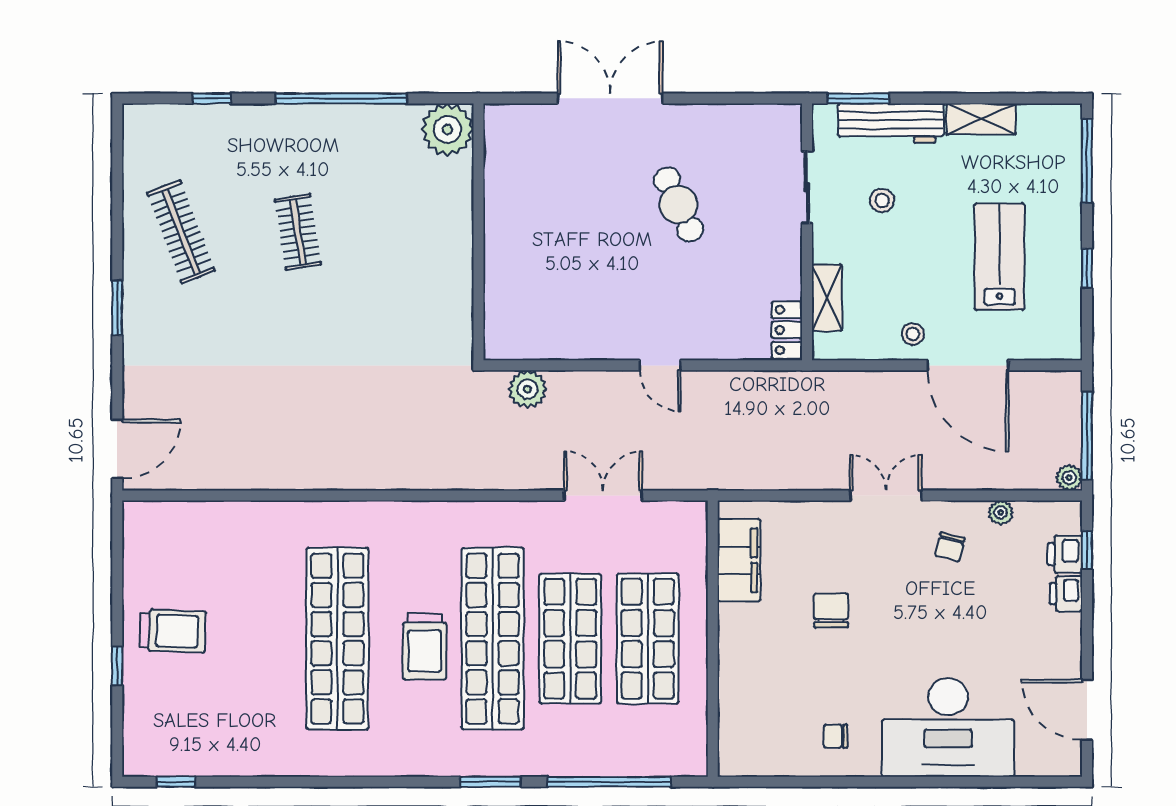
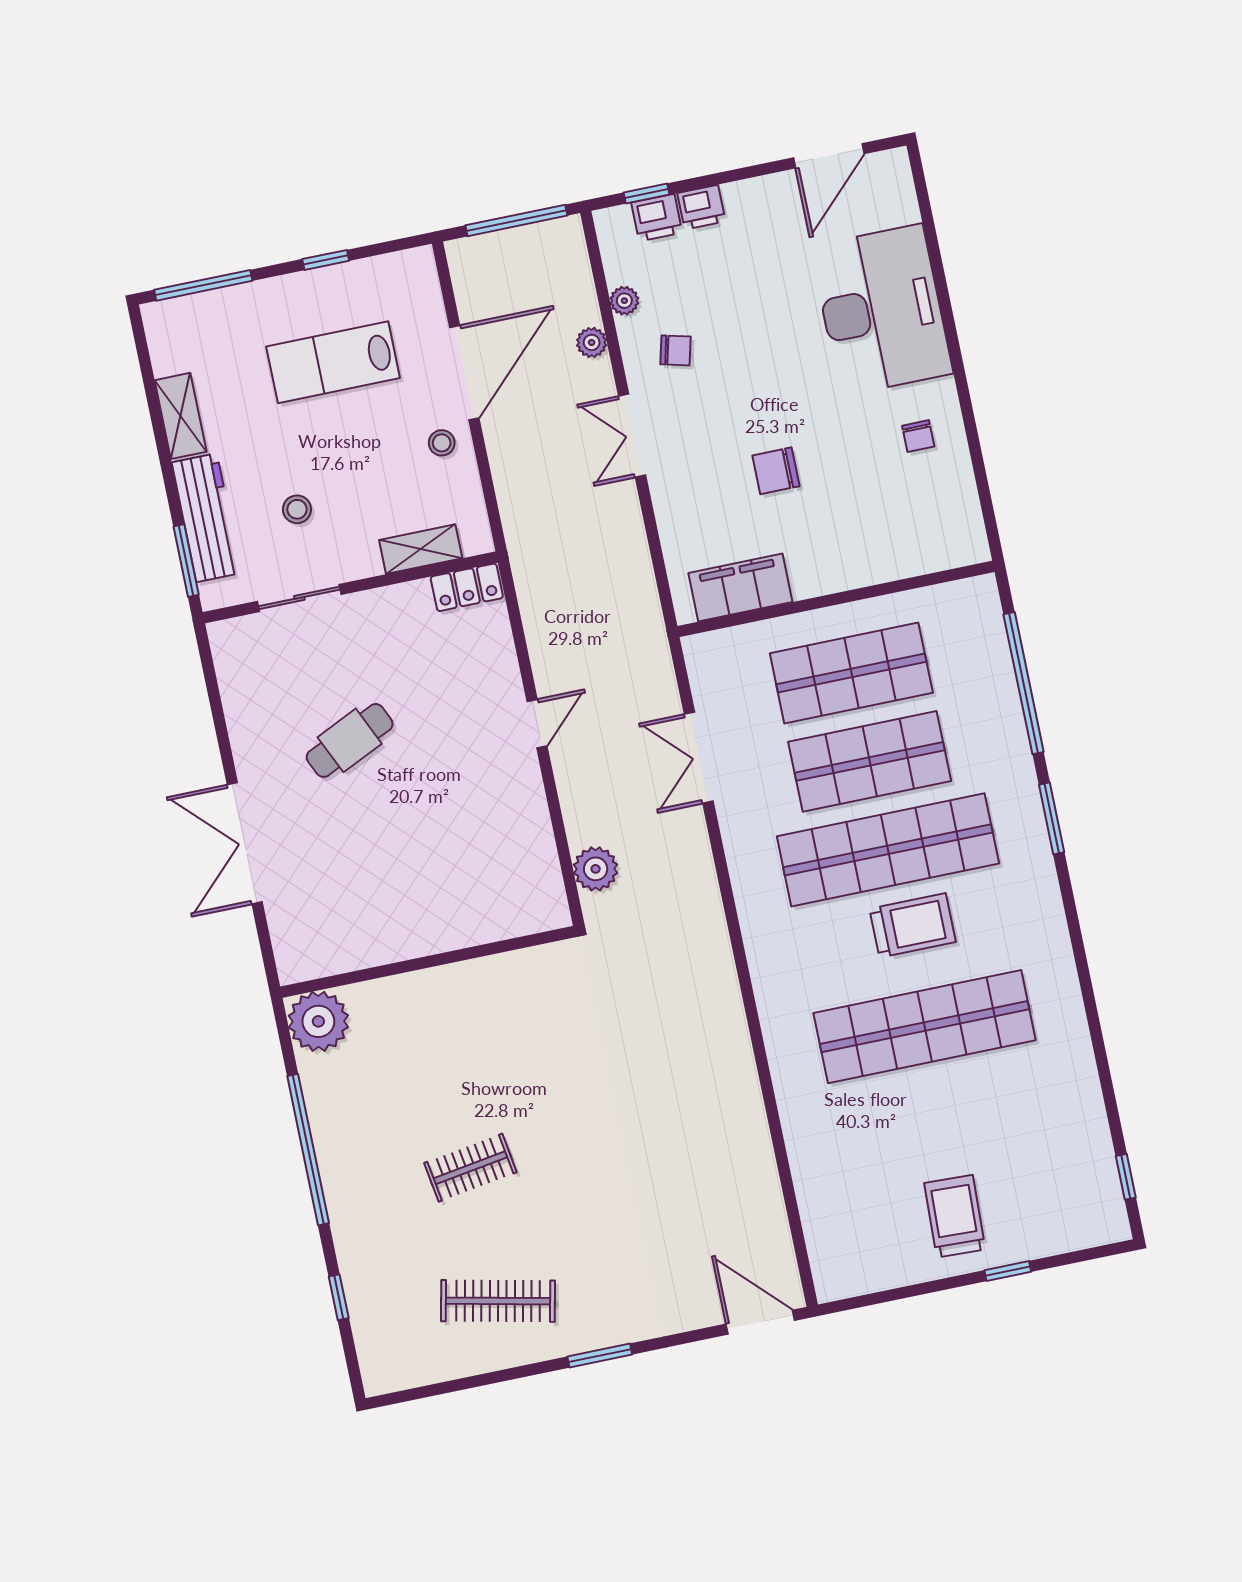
clothes rail: (181, 232) -> (498, 1301), turned 33
plant: (1069, 478) -> (592, 342), moved

